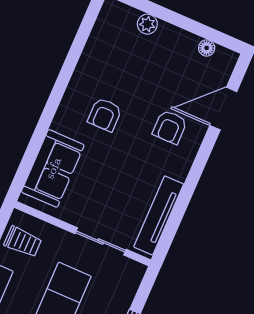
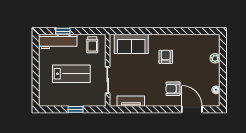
armchair: (105, 115) -> (166, 57), turned 90
tv unit: (159, 215) -> (131, 101), width x0.71

